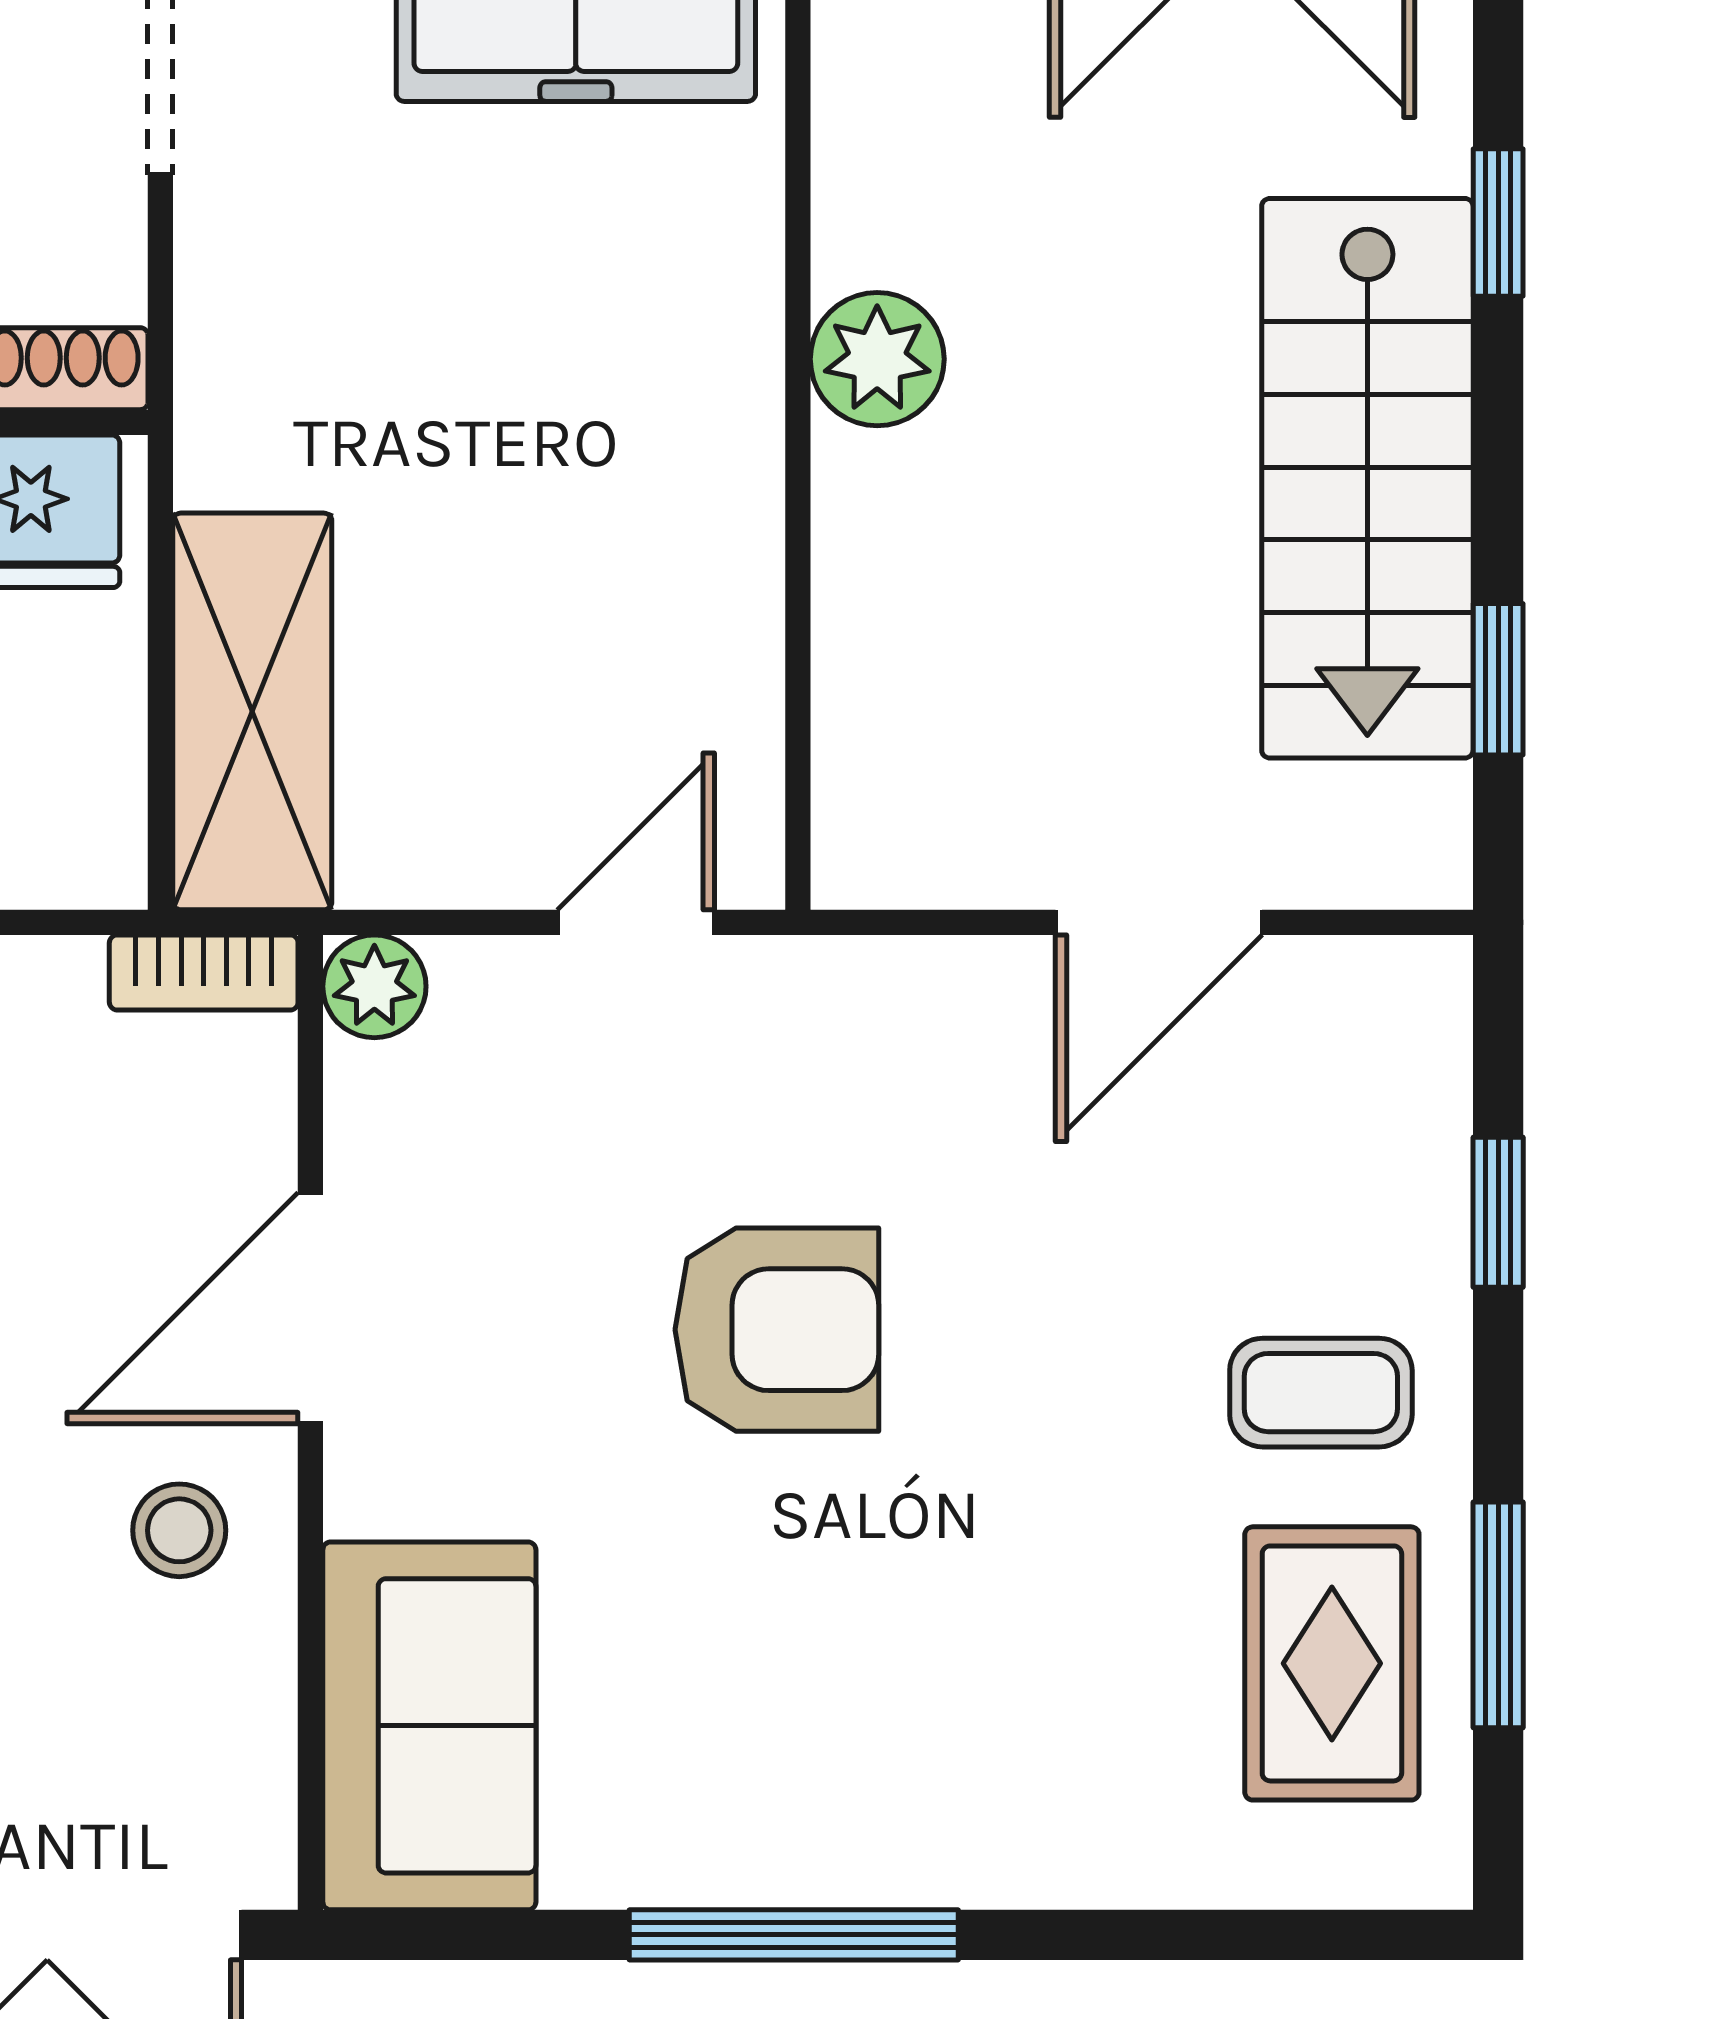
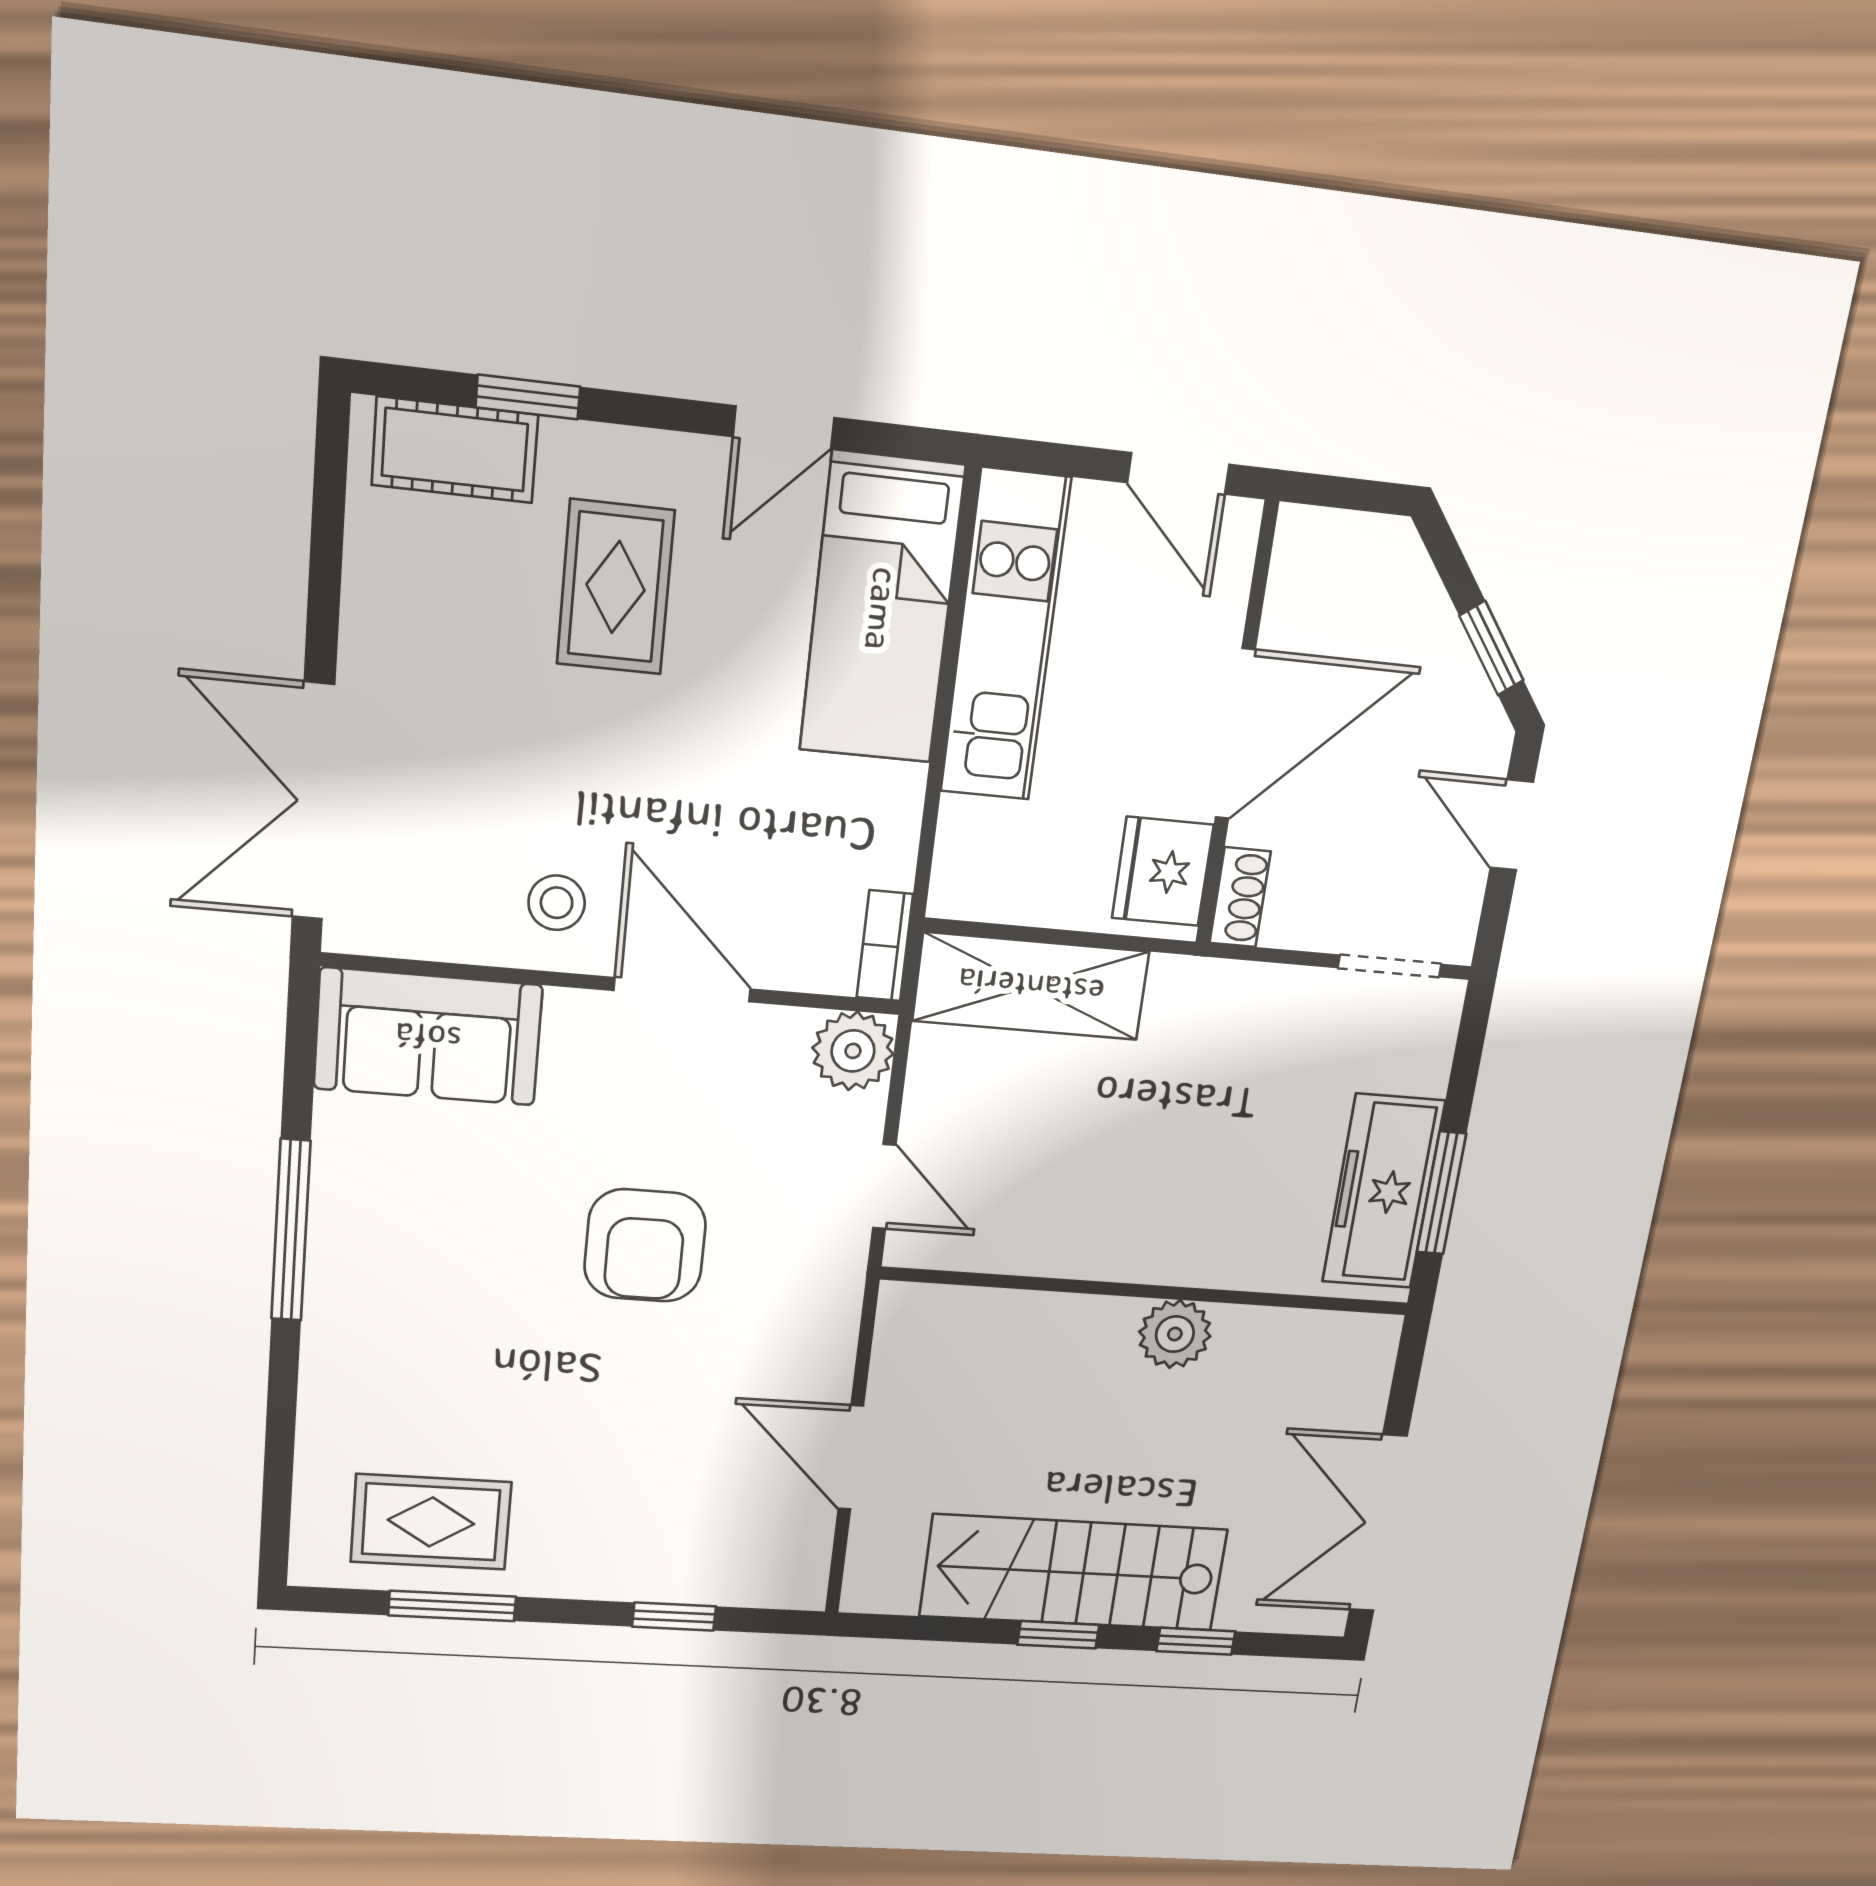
window: (1498, 679) -> (1058, 1635), moved
plant: (374, 986) -> (853, 1051), width x1.38, depth x1.38
coffee table: (1321, 1393) -> (583, 1524), removed

